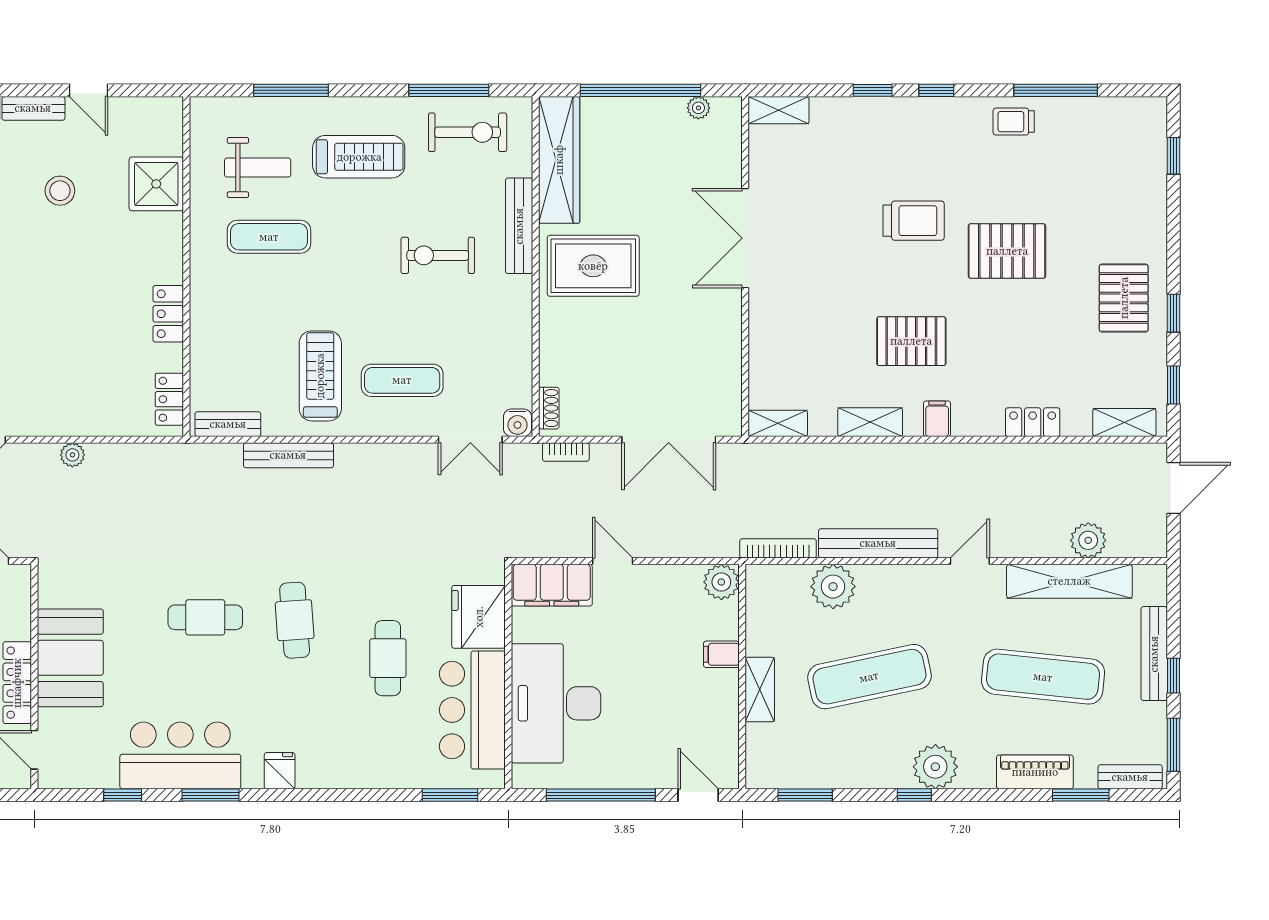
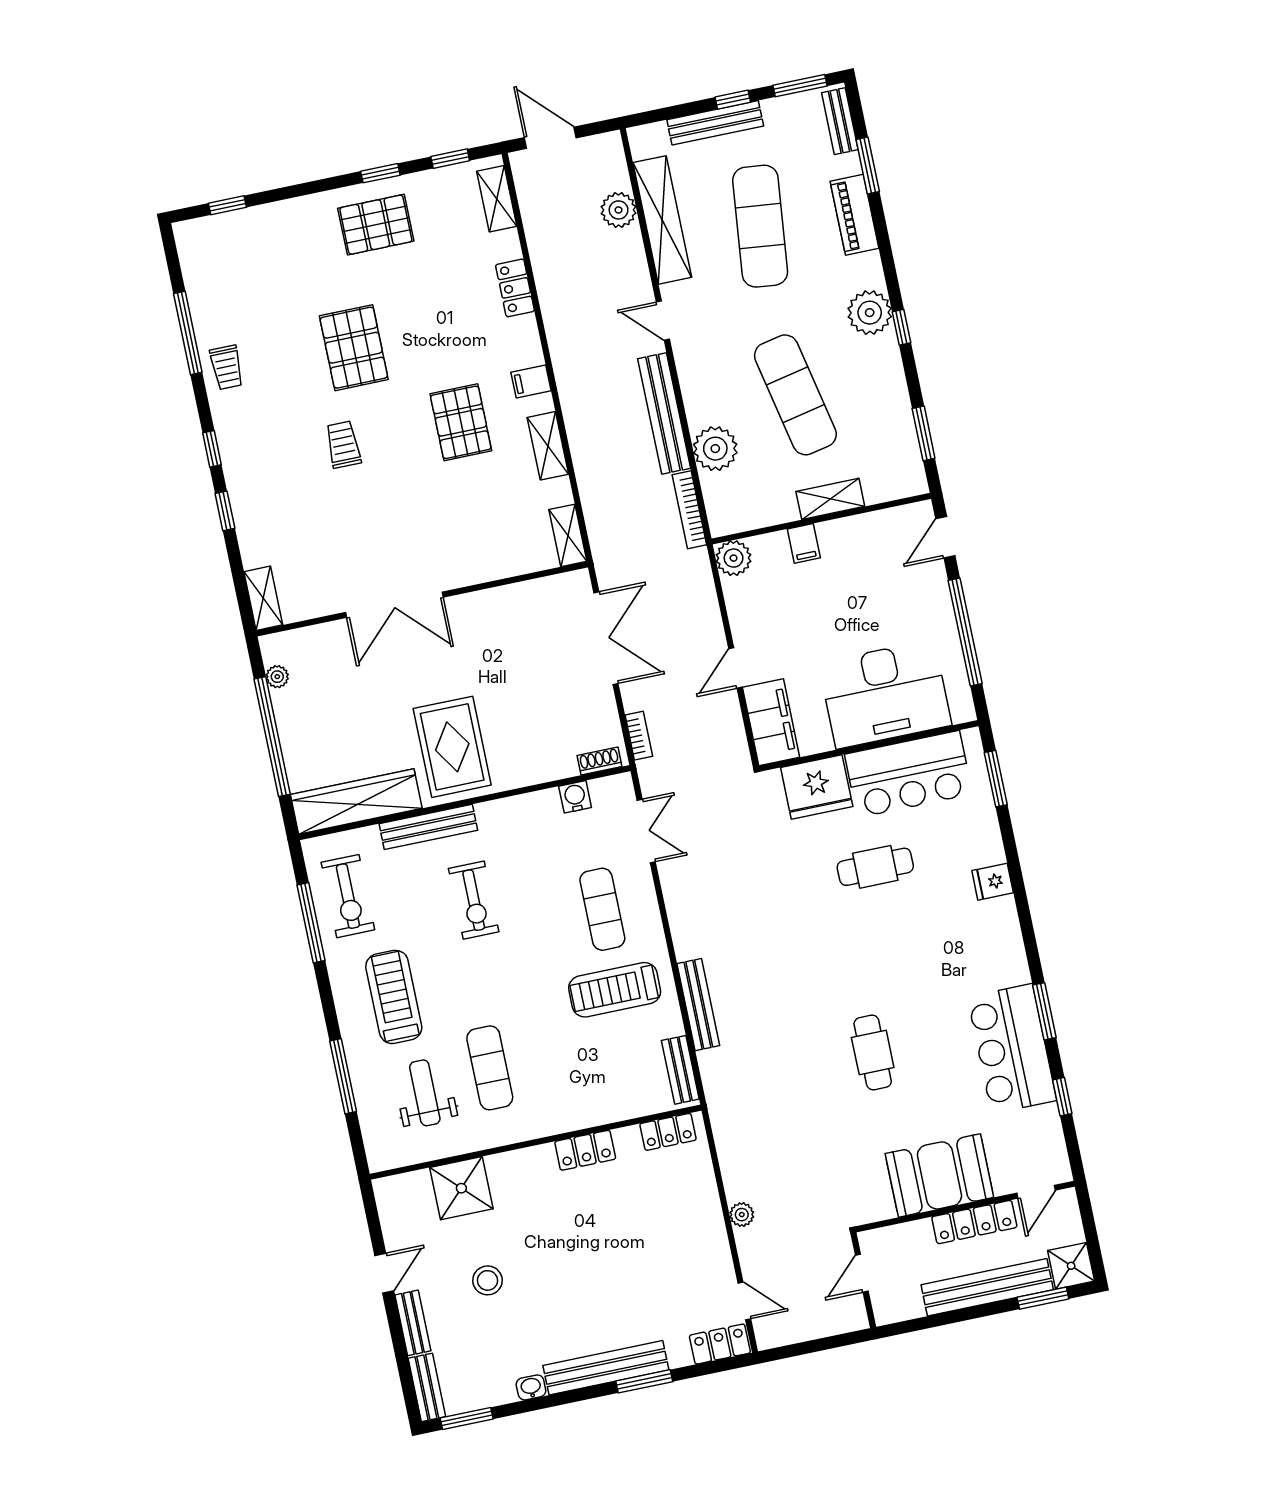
exercise bike: (468, 132) -> (348, 896), turned 180
trolley: (914, 221) -> (343, 445), width x0.73, depth x0.72
water cooler: (518, 423) -> (575, 797), moved, turned -90
cafe table: (295, 620) -> (857, 965), removed
fridge: (280, 771) -> (993, 882), moved

